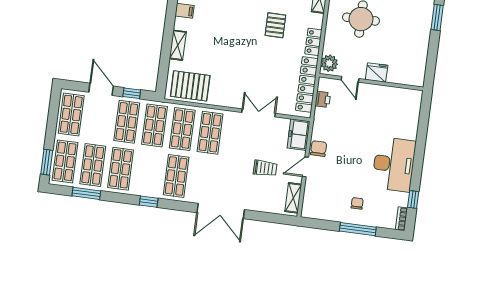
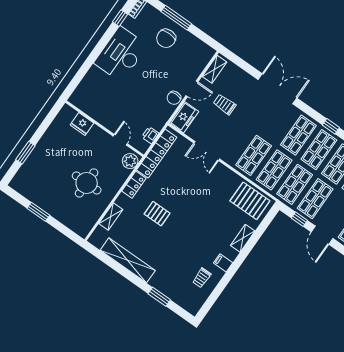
pallet: (275, 25) -> (157, 214), turned 90
fridge: (377, 72) -> (82, 124), moved
shop shelf: (148, 172) -> (319, 150), added
chair: (357, 203) -> (166, 38), width x1.87, depth x1.87

